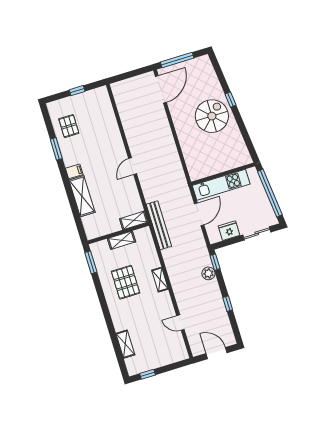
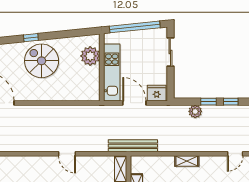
plant: (230, 160) -> (90, 56), added
fridge: (229, 231) -> (157, 93), moved, turned 90
window: (215, 262) -> (208, 102), moved

